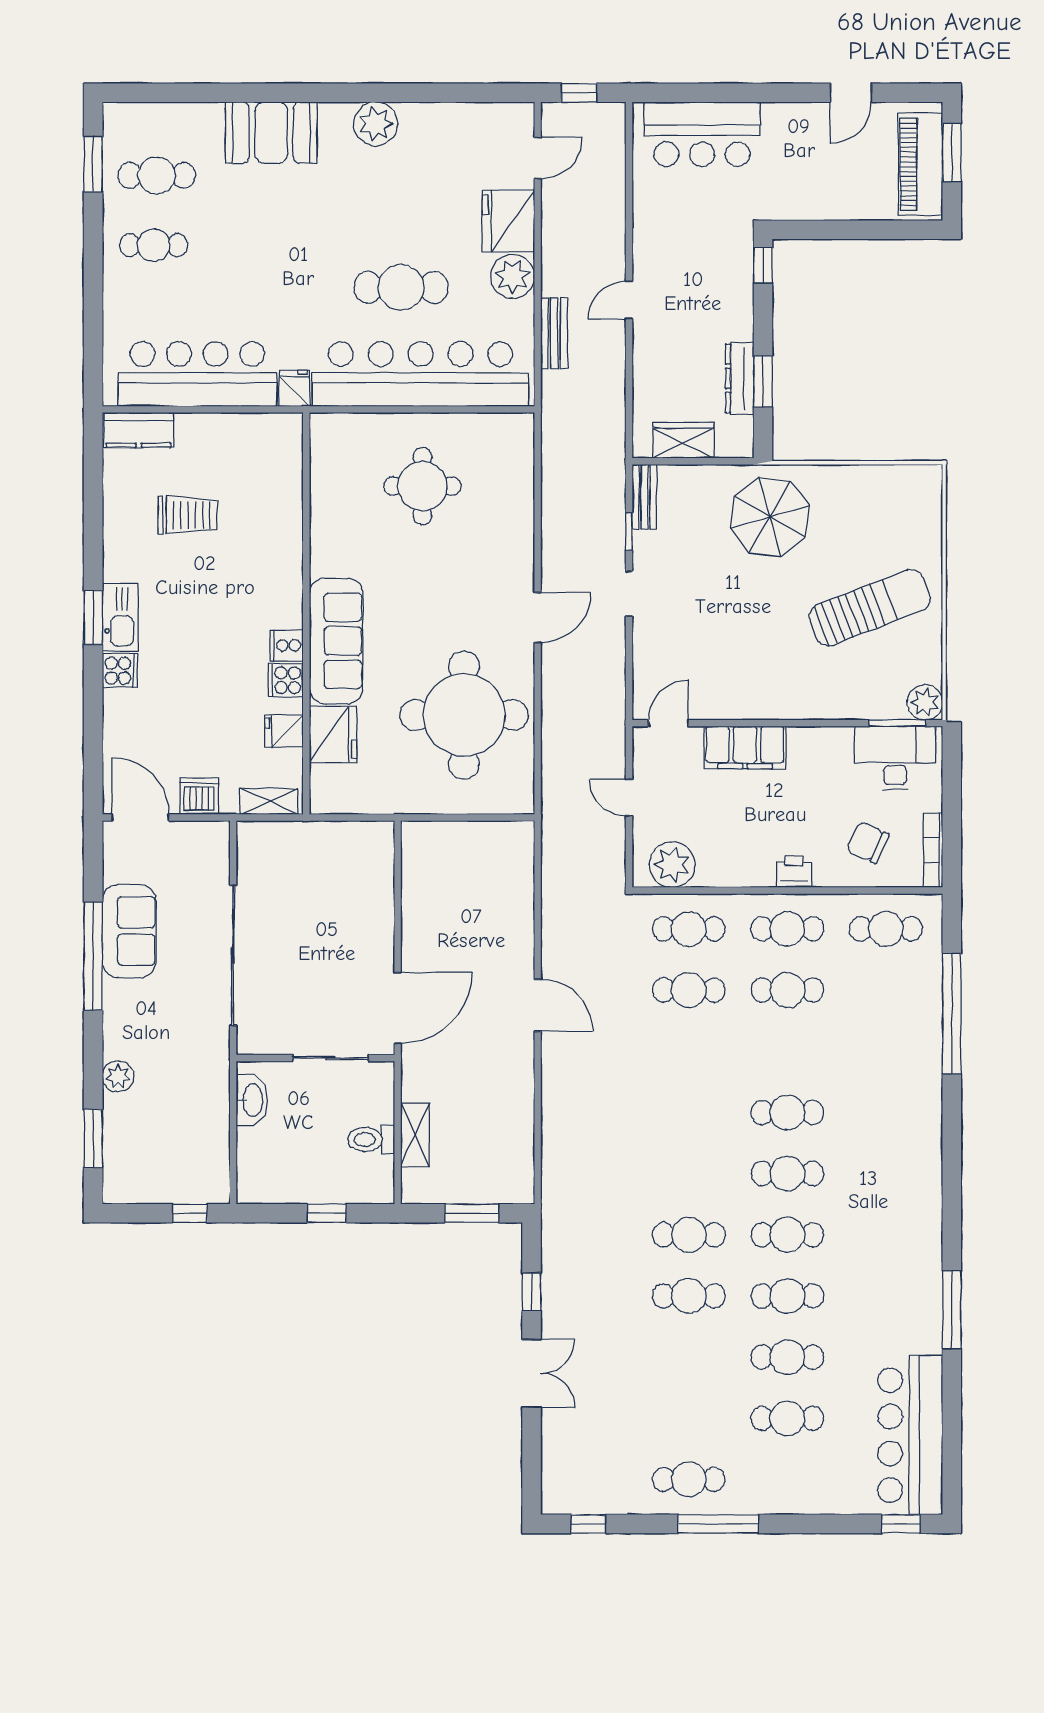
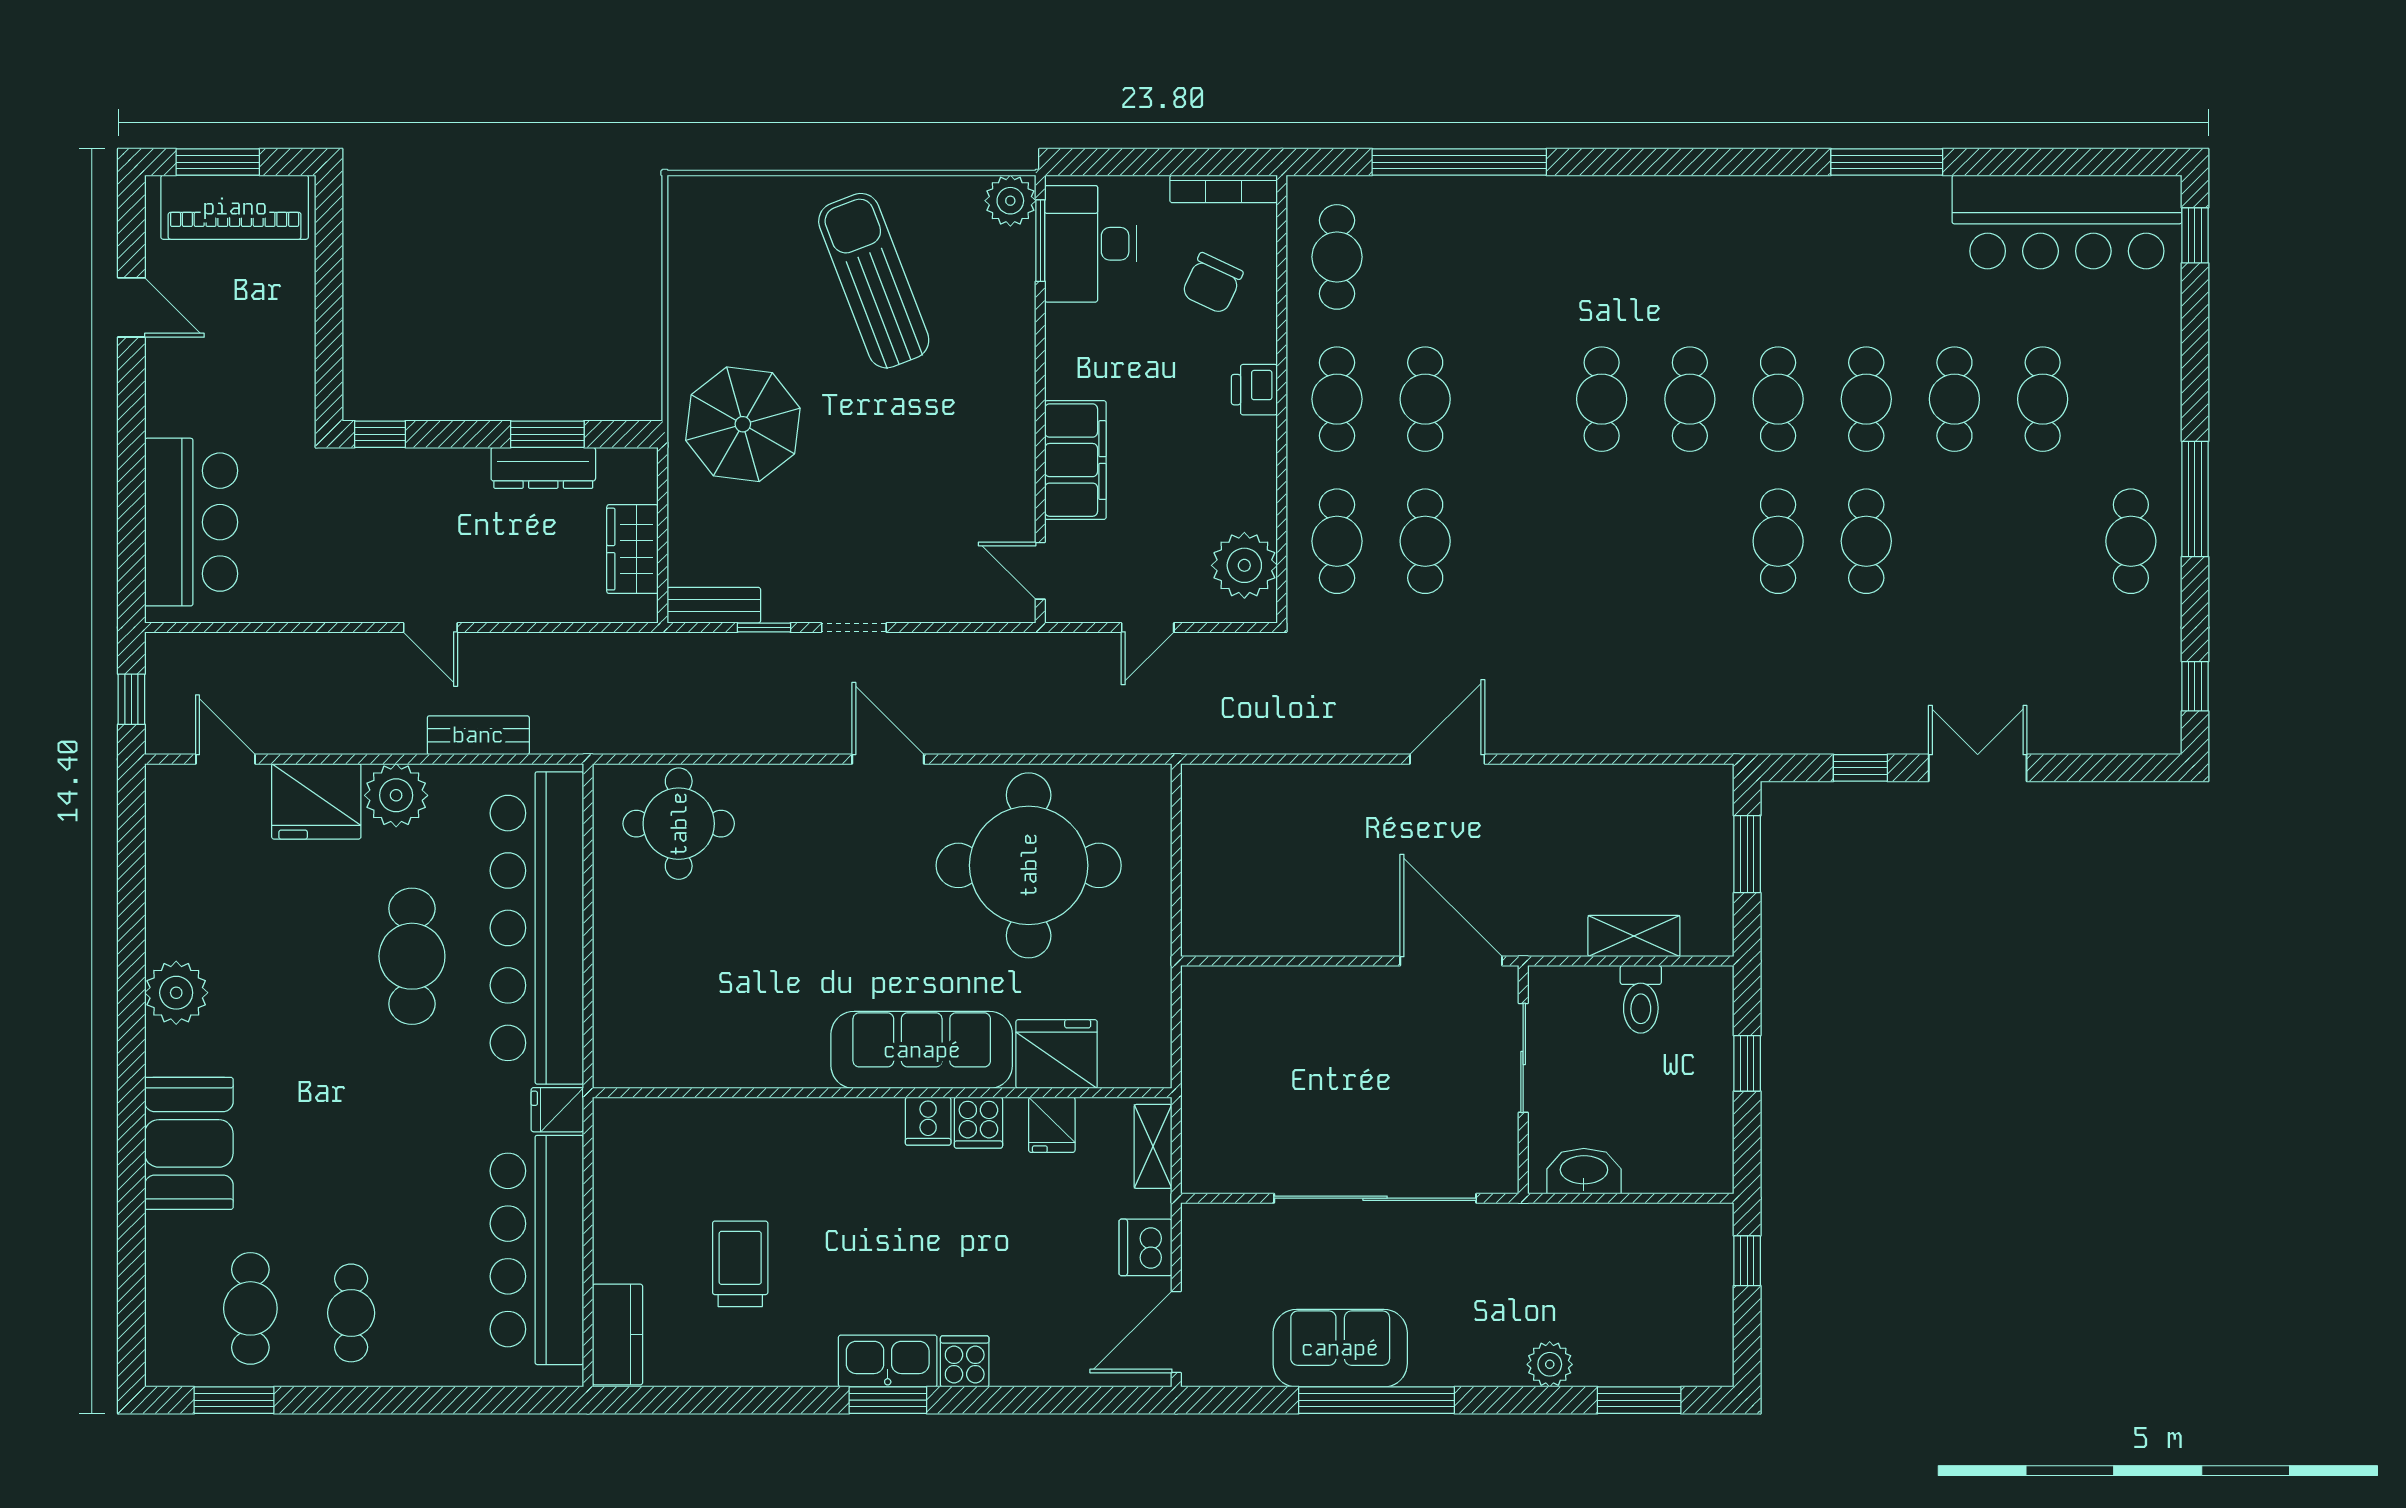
round table: (422, 486) -> (679, 824), moved

